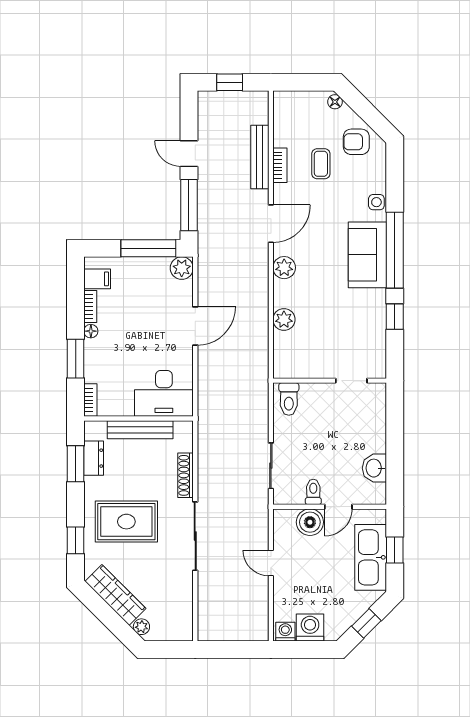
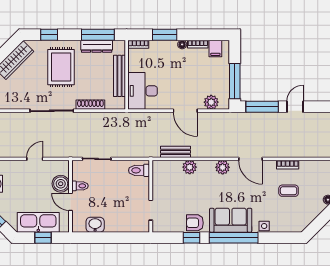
armchair: (356, 142) -> (195, 223), moved, turned -90
bench: (260, 157) -> (175, 152), moved, width x0.73
plant: (182, 268) -> (211, 102), moved
dresser: (94, 458) -> (97, 46), width x1.44
window: (76, 464) -> (98, 35), width x1.44

